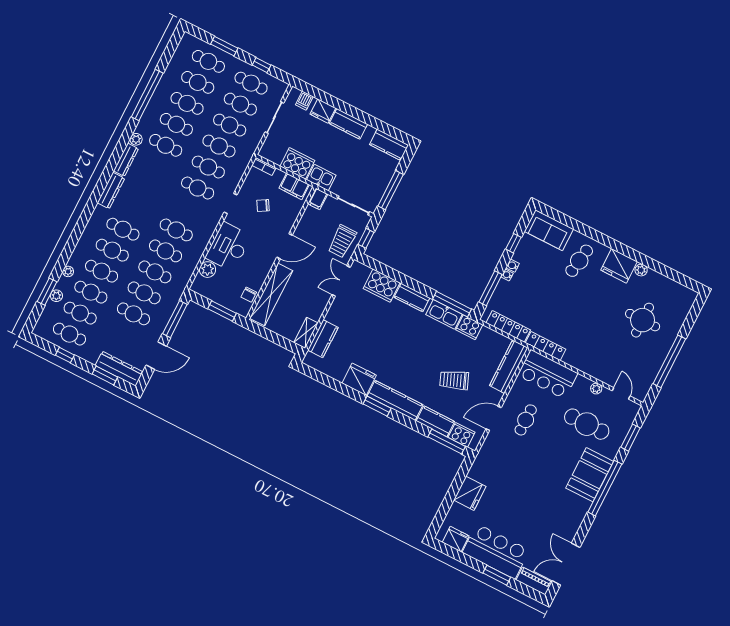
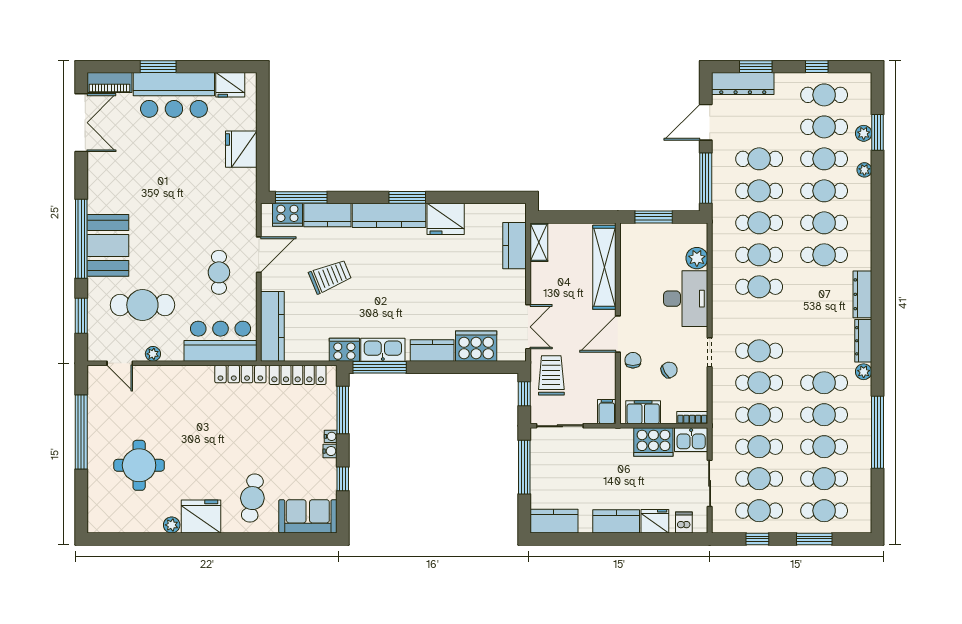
kitchen sink: (321, 178) -> (691, 440), moved
chair: (249, 295) -> (633, 360), moved

